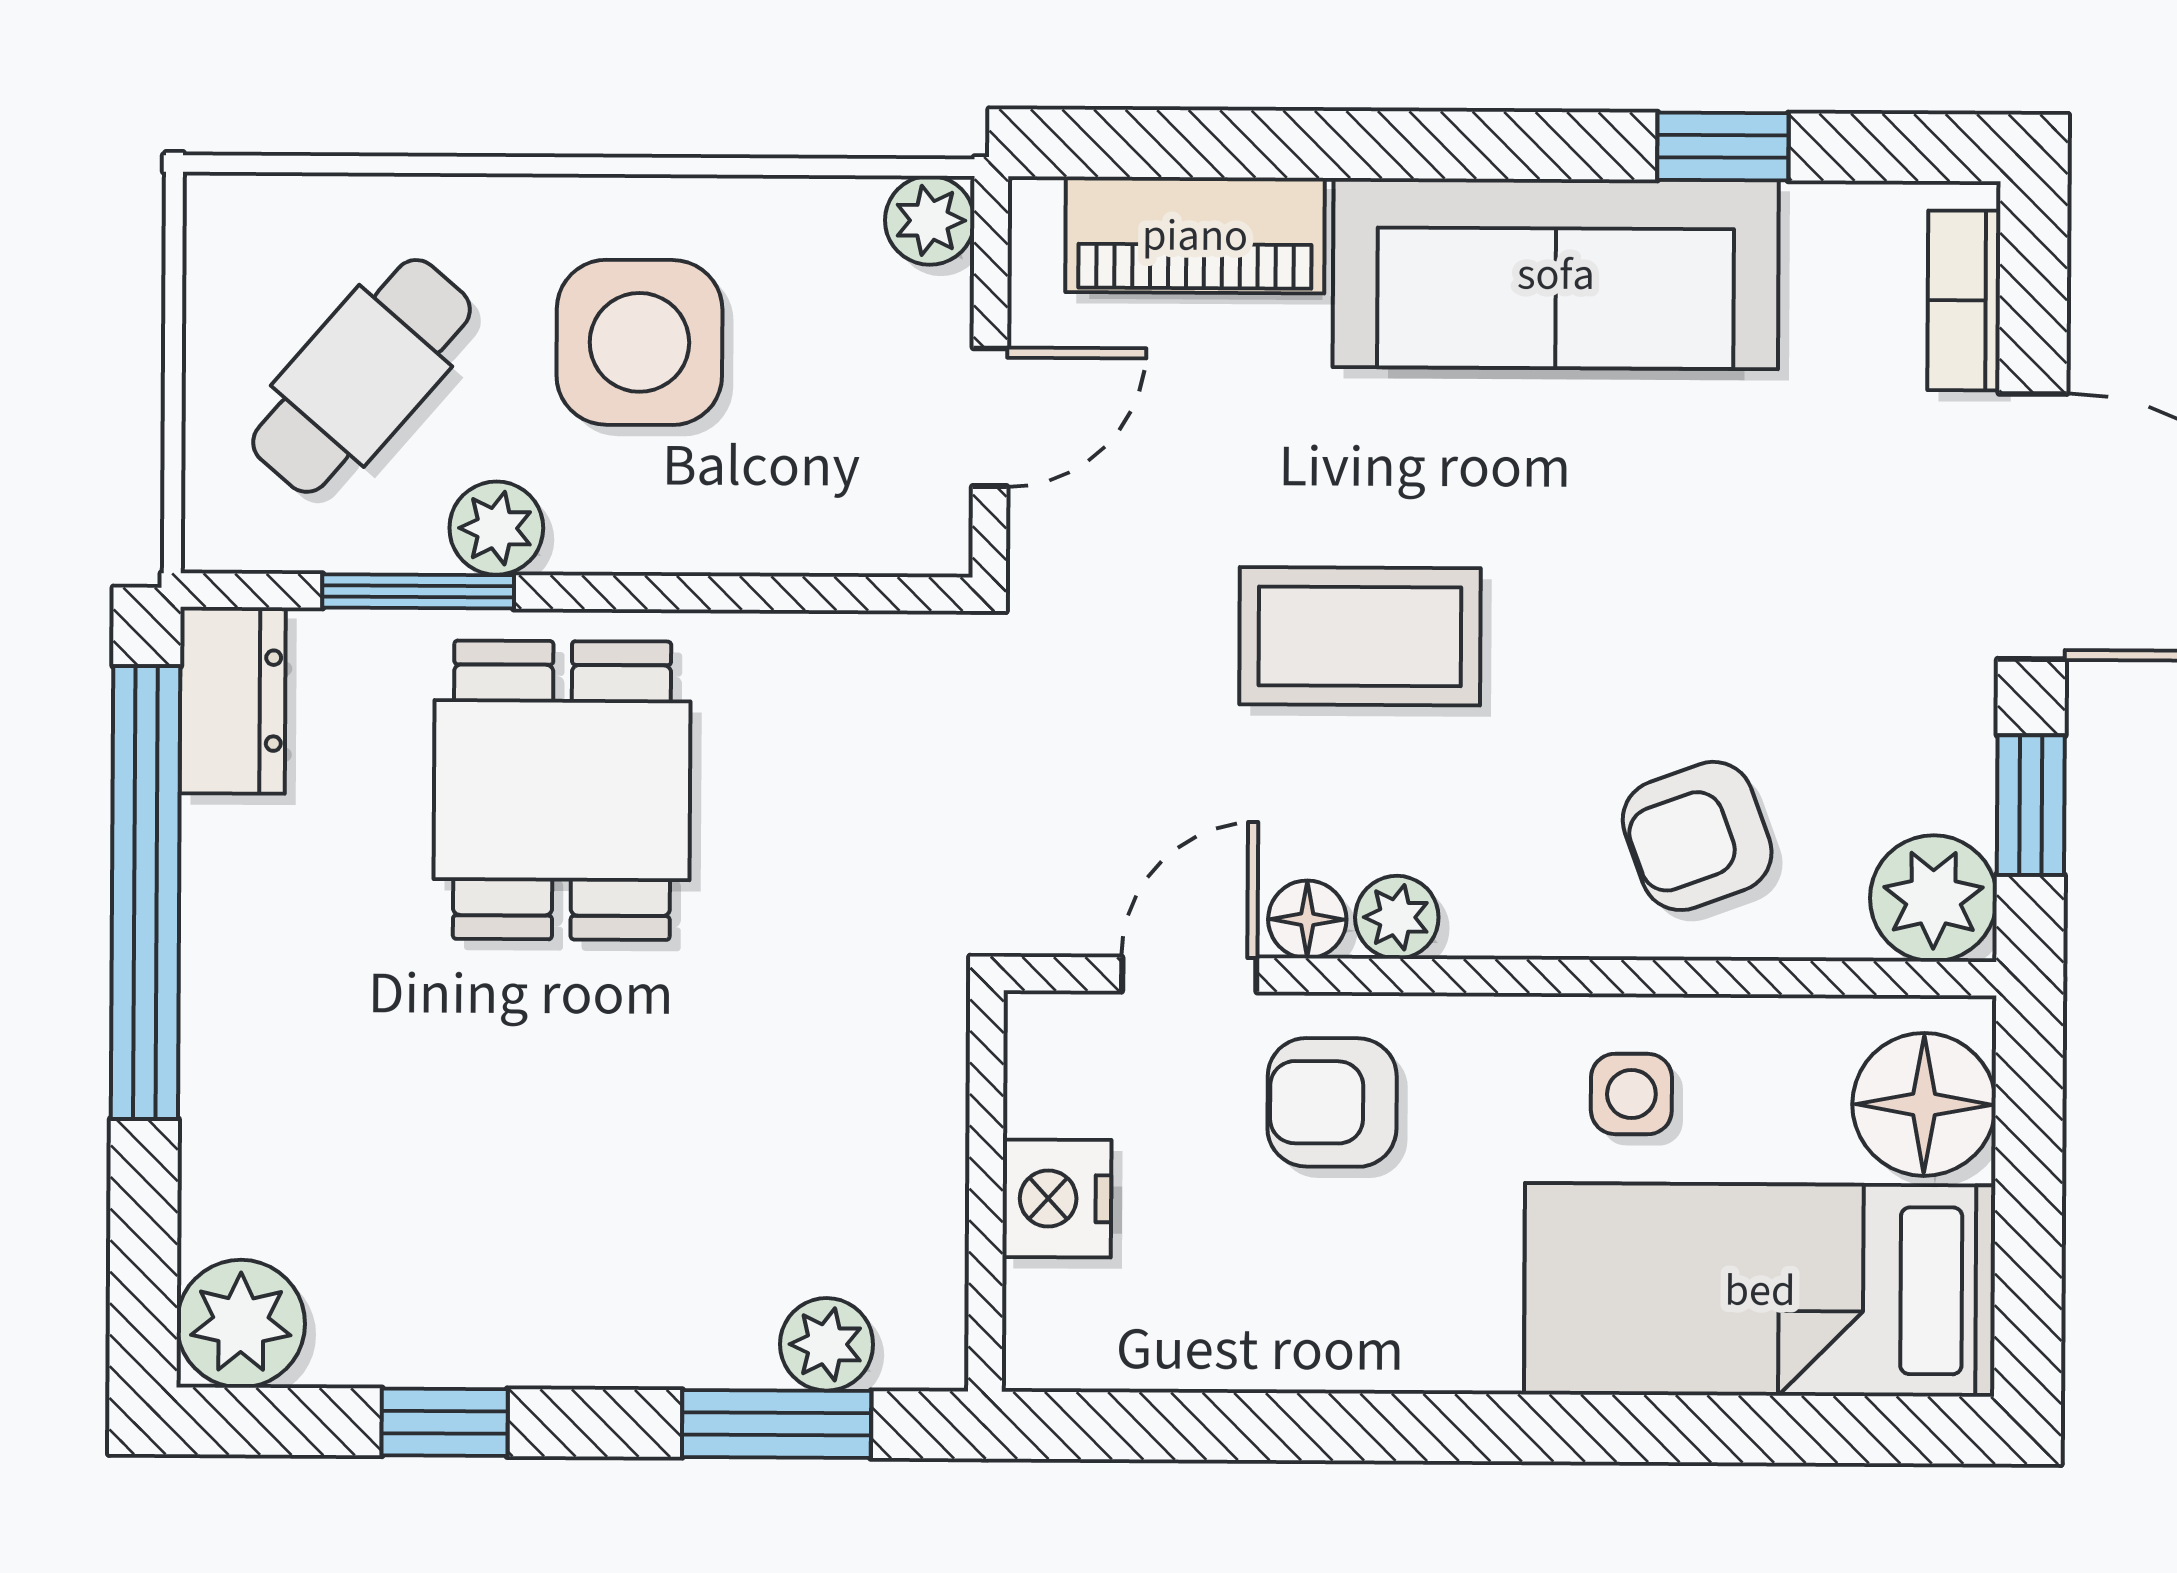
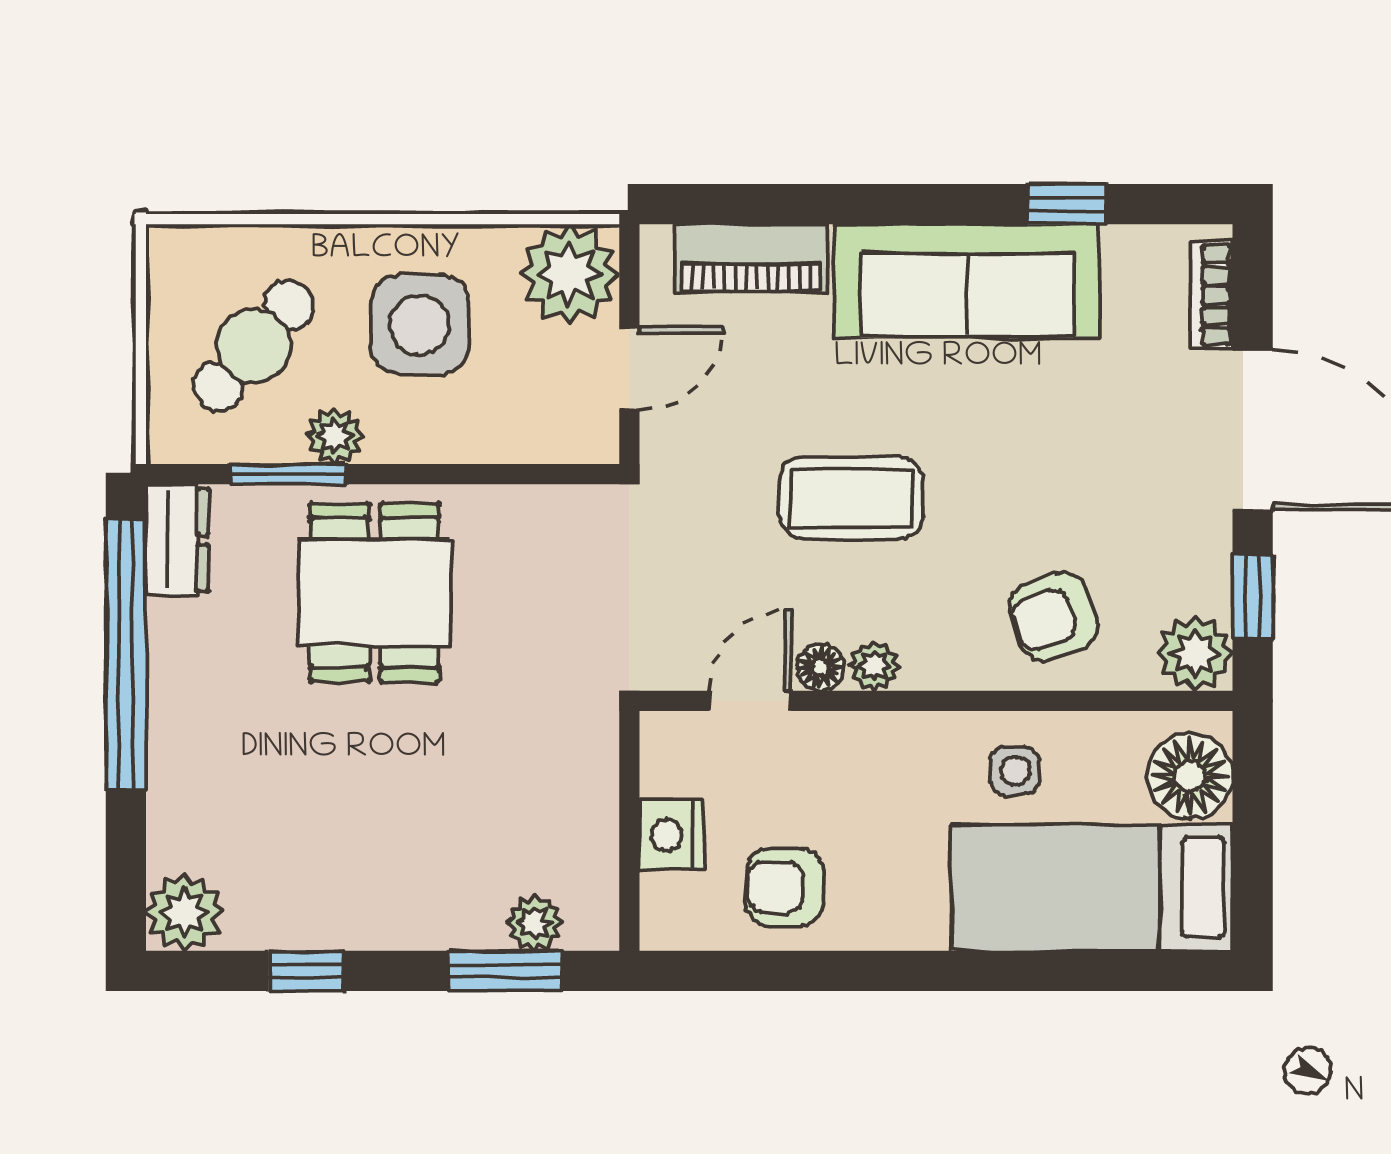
plant: (930, 220) -> (569, 274), width x1.87, depth x1.87
armchair: (1332, 1102) -> (784, 887), moved

